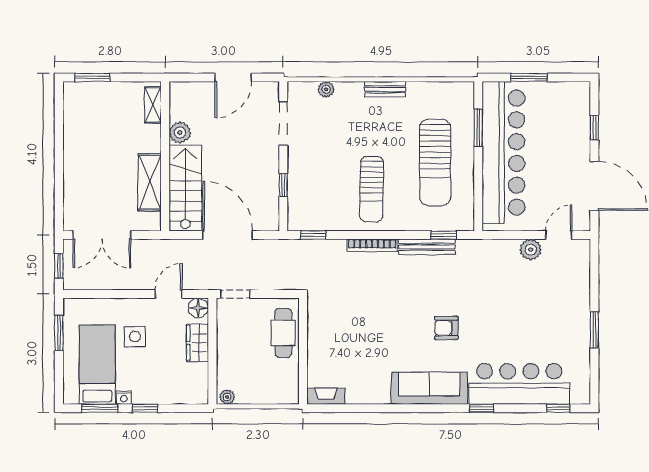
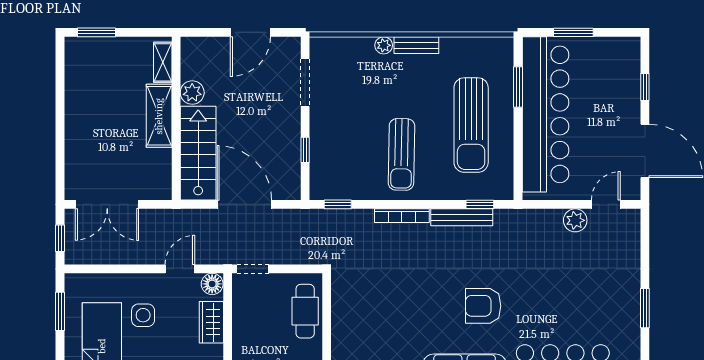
plant: (326, 89) -> (384, 45), moved
shelving: (150, 182) -> (159, 116), moved
armchair: (446, 328) -> (483, 306), width x1.38, depth x1.38

